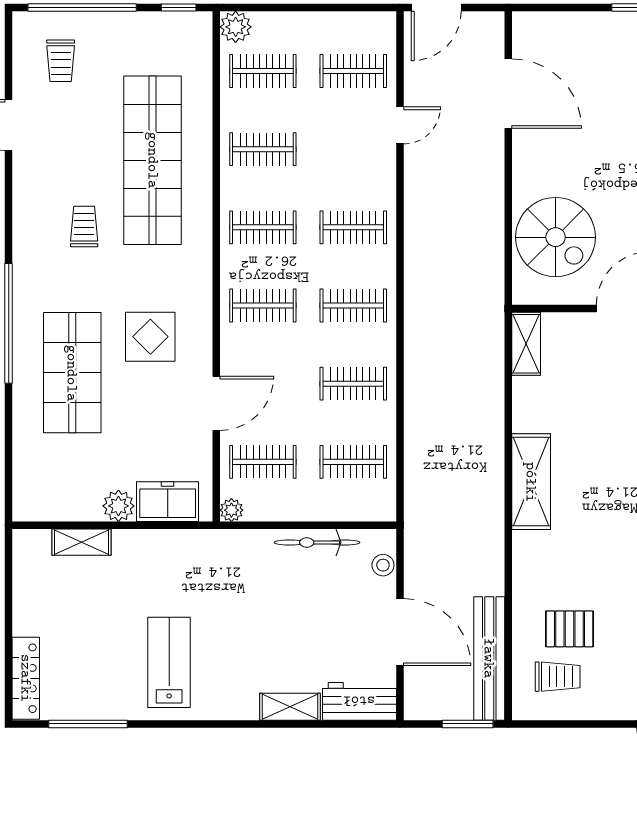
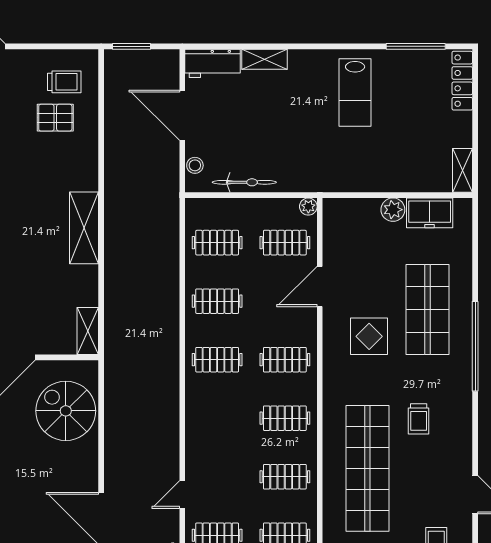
clothes rail: (353, 227) -> (217, 418), removed
freezer: (168, 502) -> (430, 213), moved
shelving: (82, 542) -> (463, 170), moved, turned 90
bench: (489, 658) -> (115, 95), removed
trolley: (558, 677) -> (64, 82), turned 180

